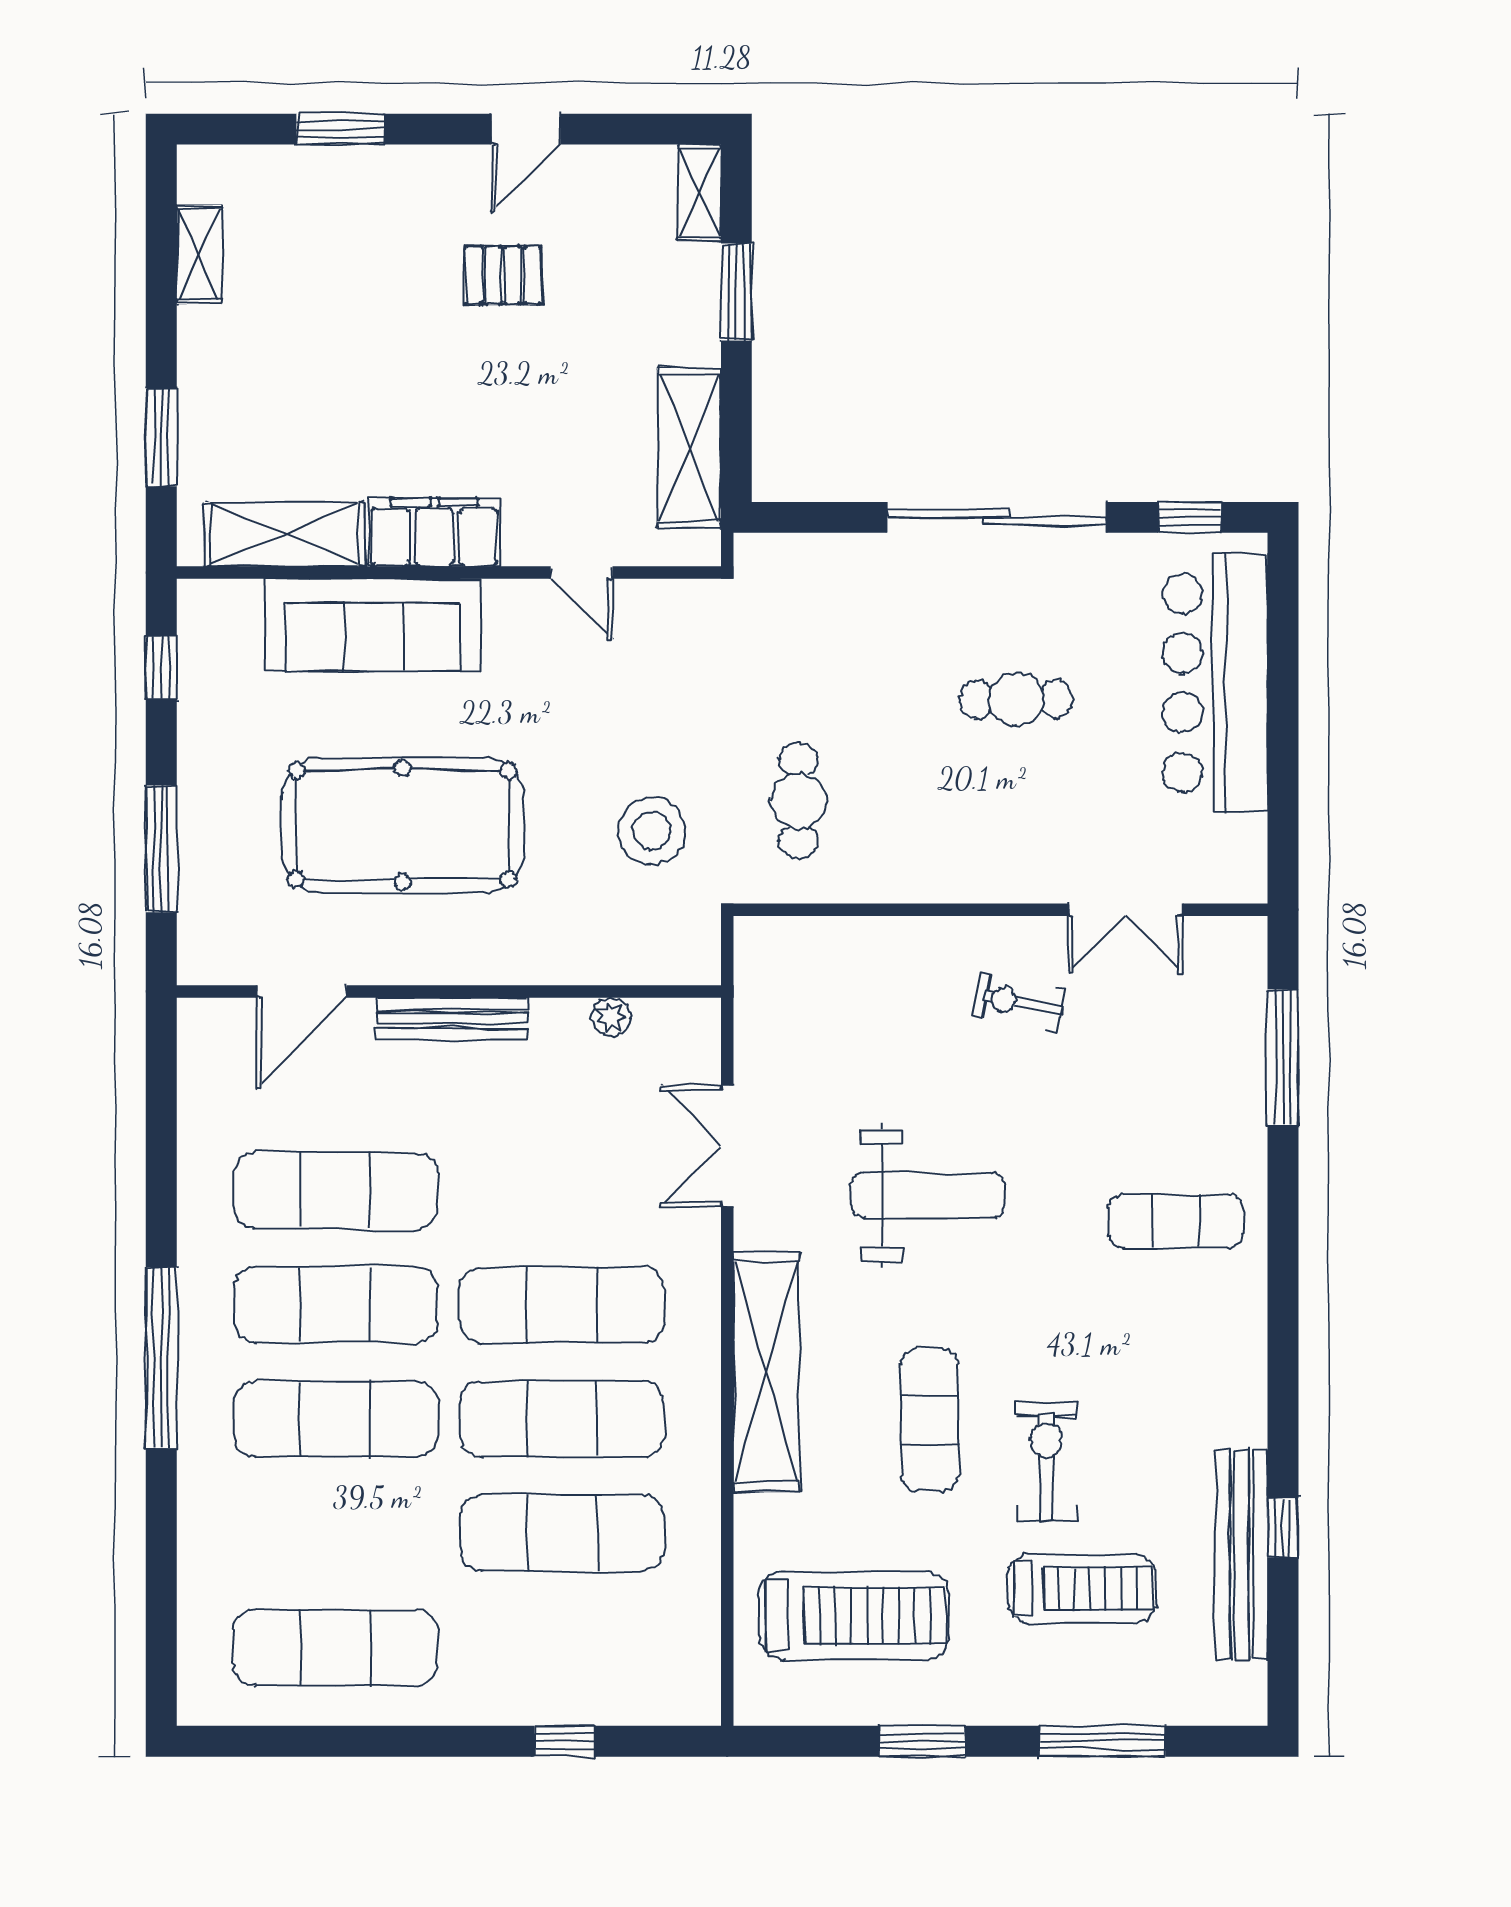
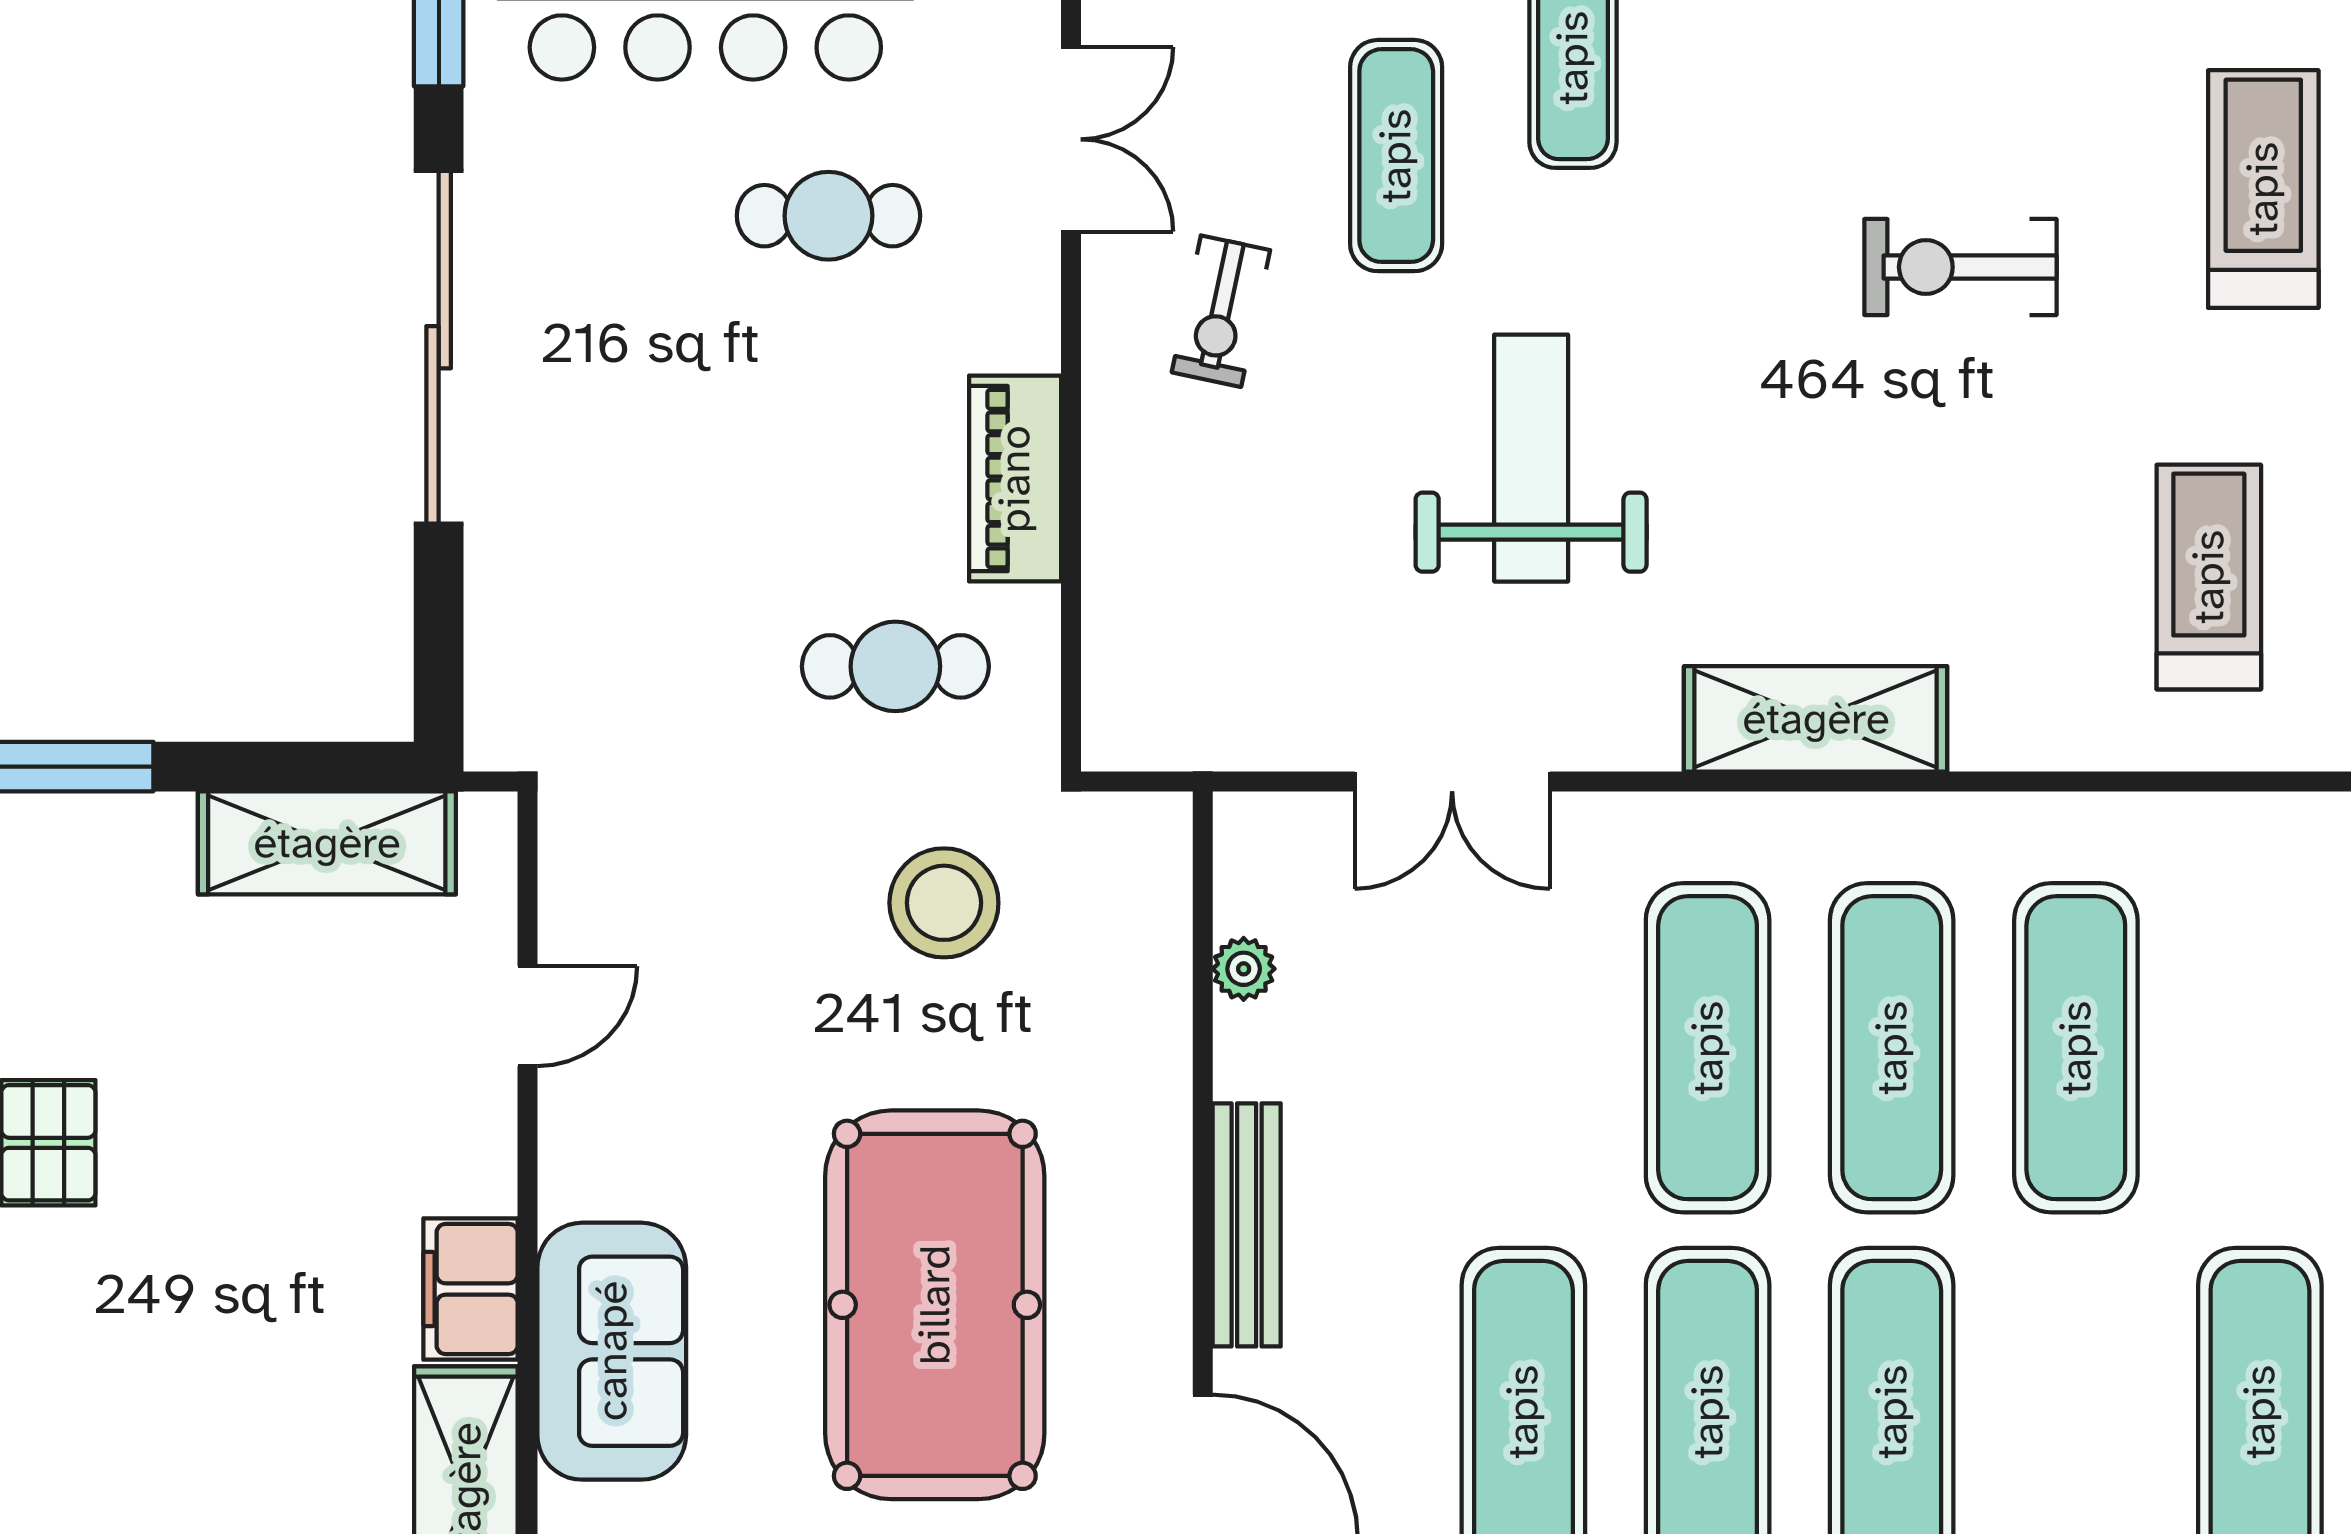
filing cabinet: (434, 532) -> (471, 1289), width x0.67, depth x0.86
sofa: (374, 625) -> (612, 1351), width x0.73
cafe table: (1016, 699) -> (828, 216), moved, turned 90
piano: (915, 875) -> (1015, 479), added
shelving: (766, 1372) -> (1816, 719), width x0.68
exercise mat: (929, 1420) -> (1396, 156), moved, turned 90
treadmill: (1082, 1589) -> (2263, 189), moved
treadmill: (854, 1616) -> (2209, 577), width x0.73, depth x0.73

